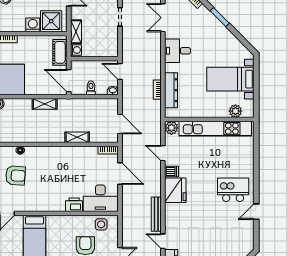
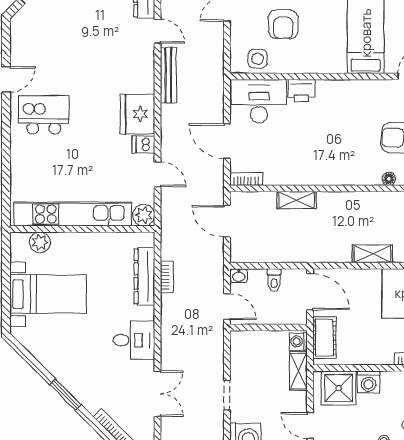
shelving: (45, 104) -> (372, 254), moved
kitchen island: (233, 190) -> (44, 115), turned 180

